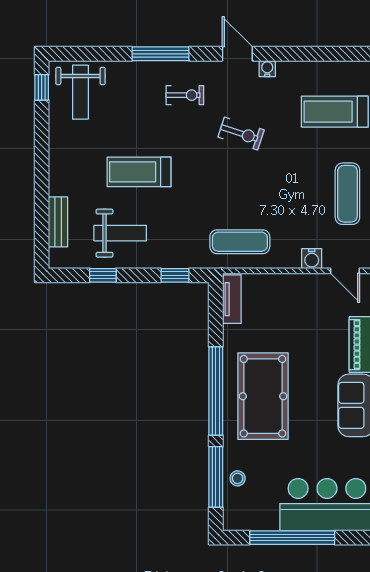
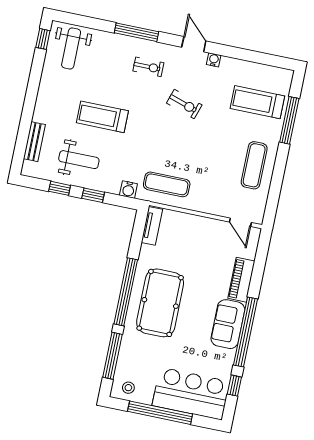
water cooler: (312, 259) -> (128, 190), moved
window: (175, 275) -> (93, 195), moved
stool: (238, 478) -> (128, 388), moved

